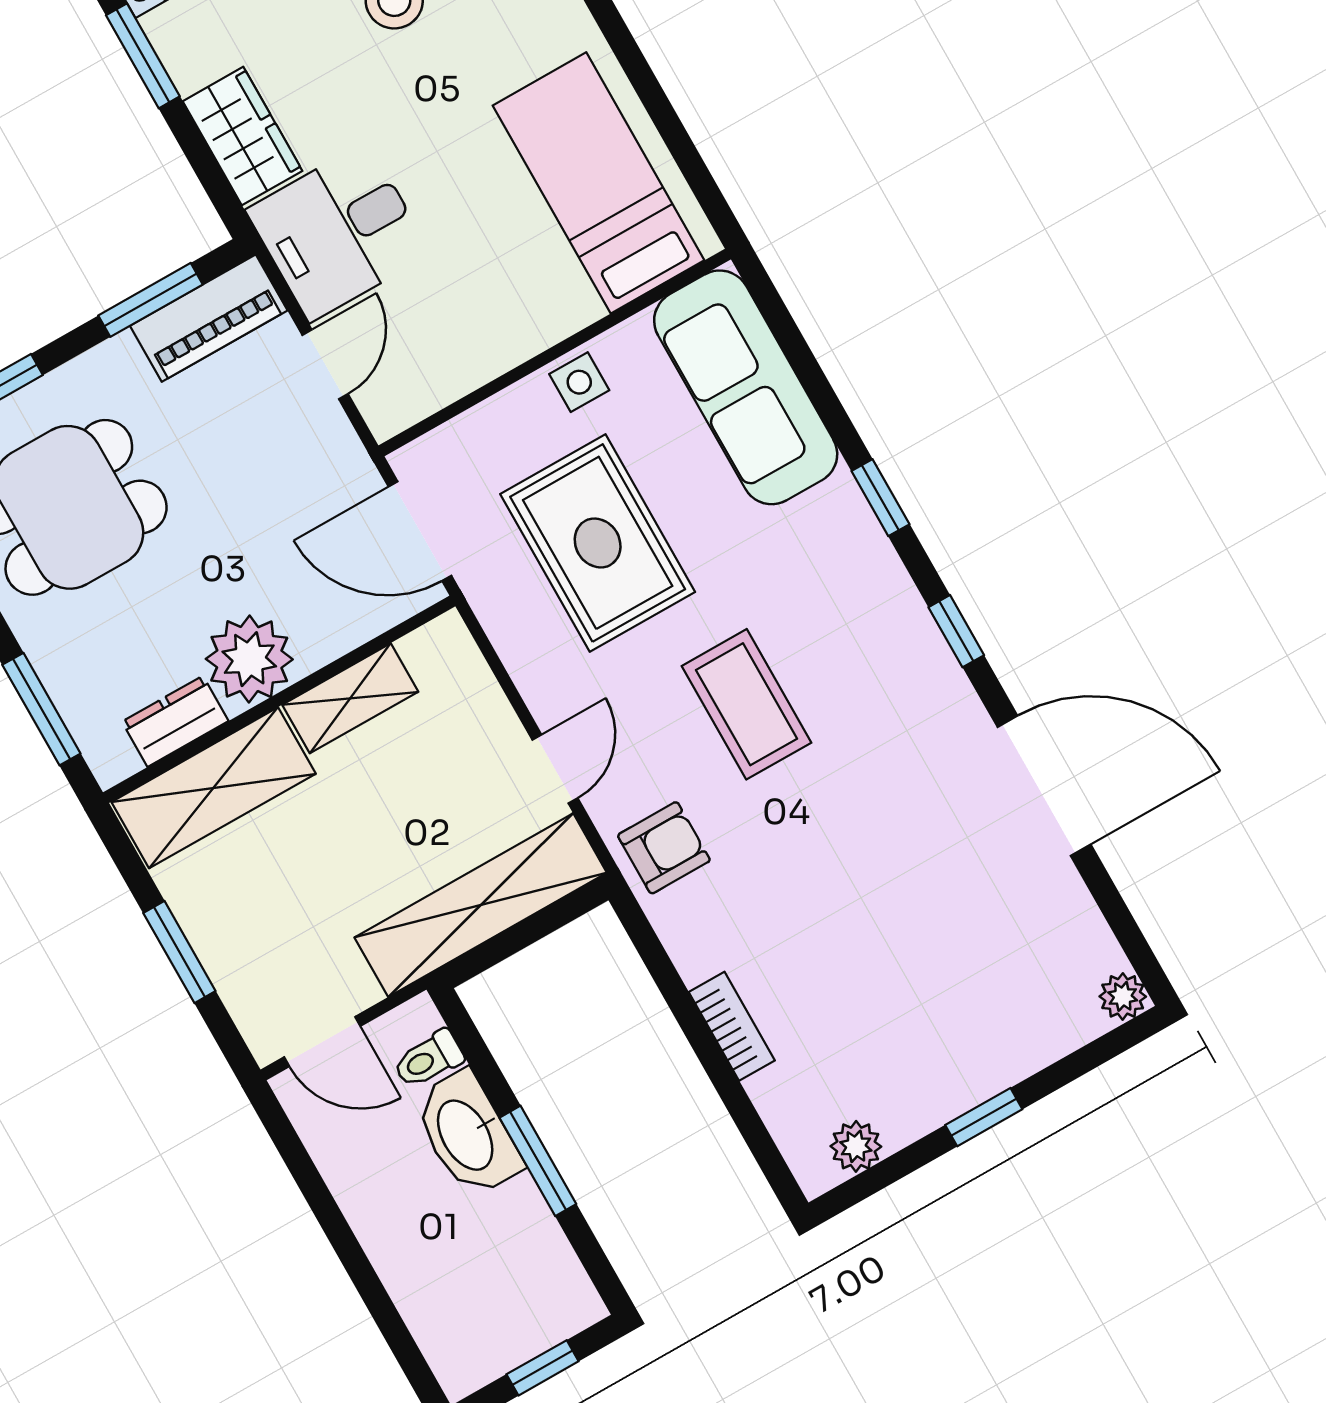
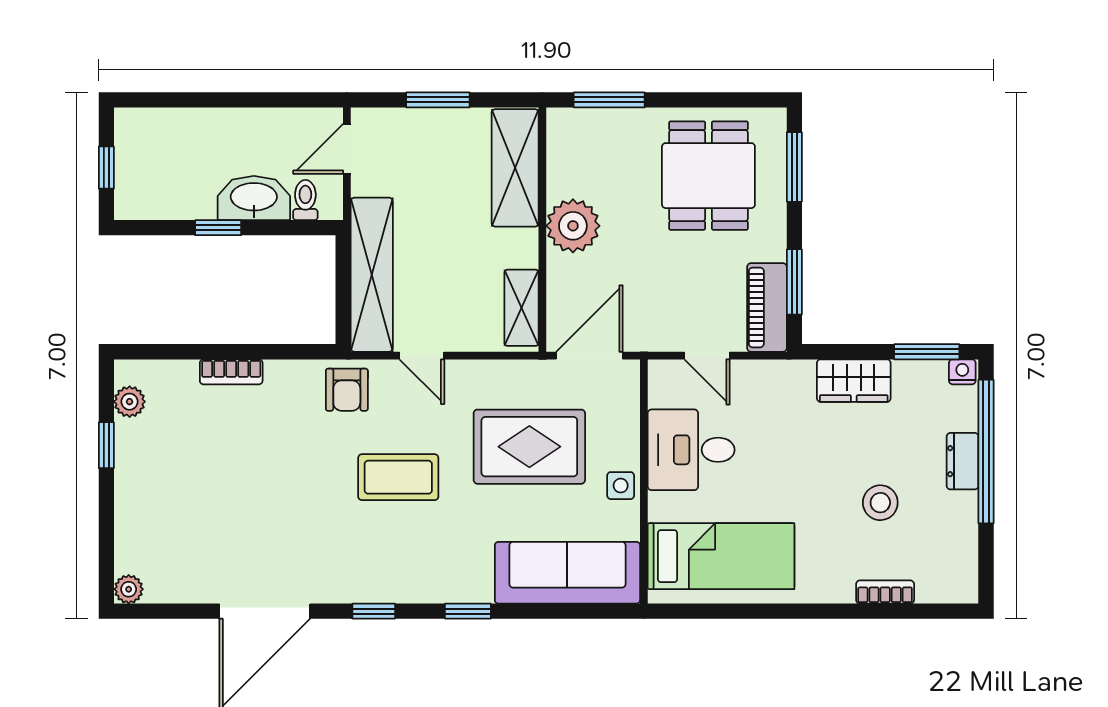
desk: (338, 232) -> (691, 450), moved, turned -90
shelving: (350, 698) -> (521, 308), moved
dresser: (175, 721) -> (562, 168), removed
window: (984, 1117) -> (106, 445), moved
window: (538, 1161) -> (218, 228), width x0.67

